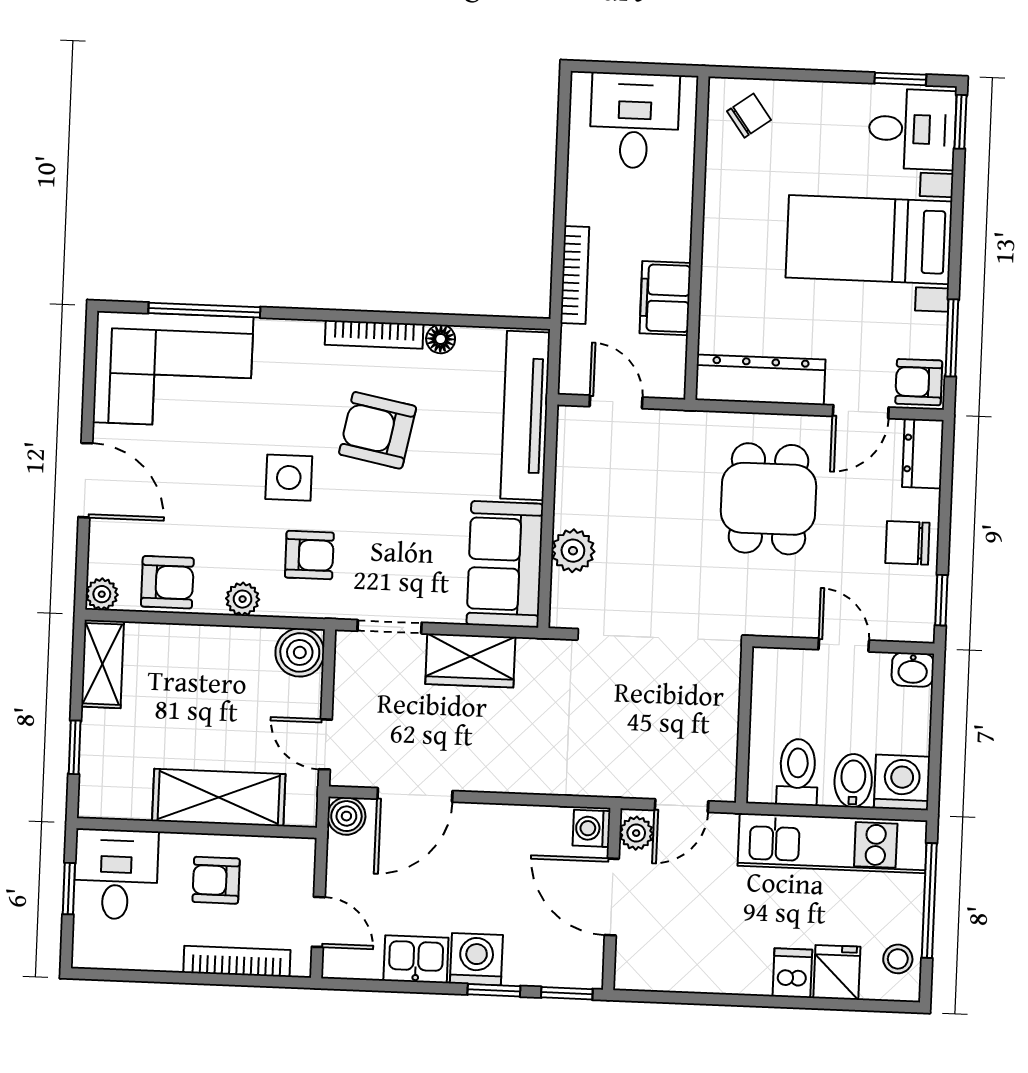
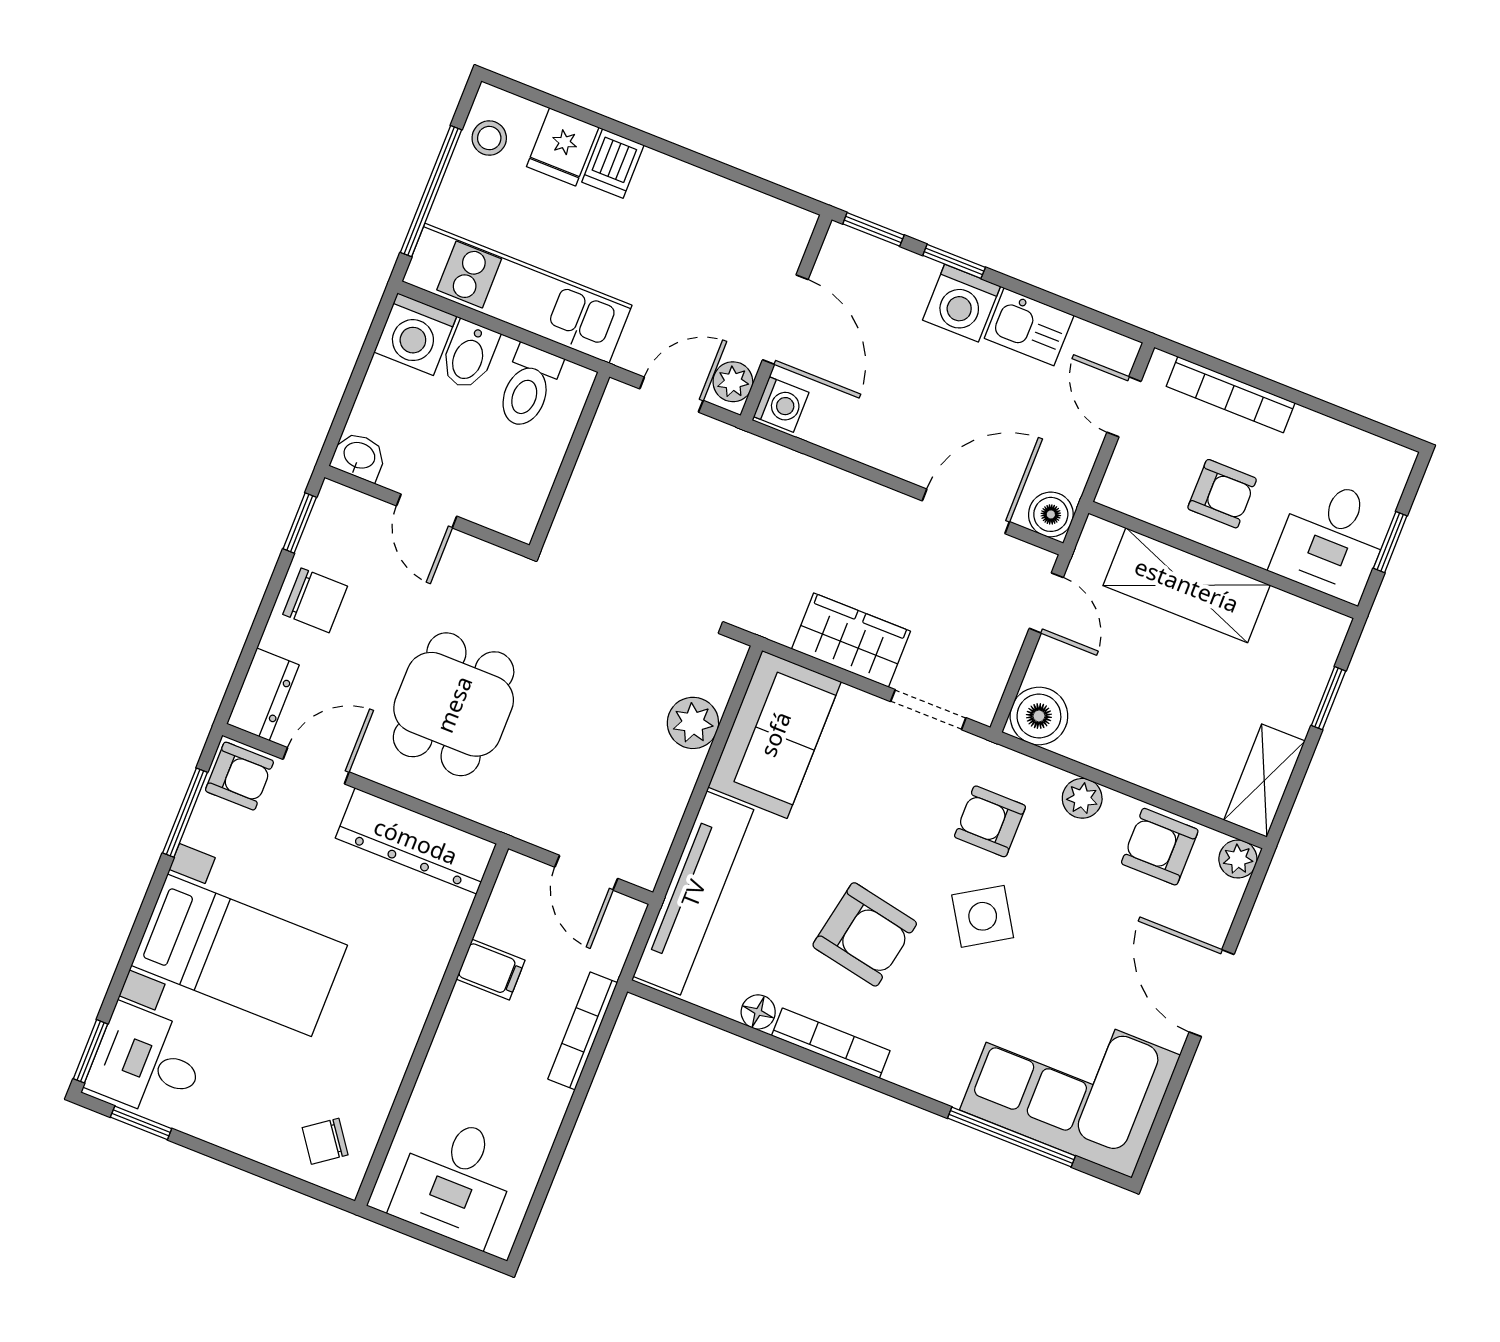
filing cabinet: (665, 298) -> (491, 970), width x0.50
side table: (289, 478) -> (983, 916), turned -32

